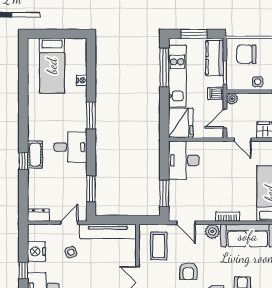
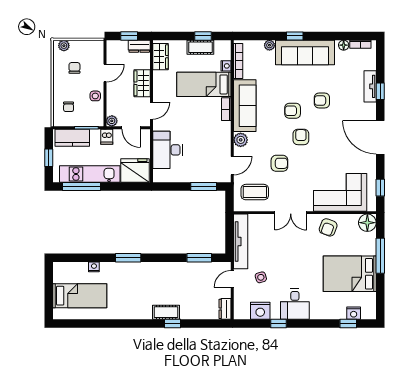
window: (194, 34) -> (49, 158), width x0.67
chair: (246, 54) -> (69, 107), width x0.54, depth x0.54
desk: (70, 147) -> (159, 278), removed
desk: (184, 160) -> (168, 150), moved, turned 90
bookcase: (228, 217) -> (226, 109), moved
door: (69, 223) -> (232, 279), hinge flipped

